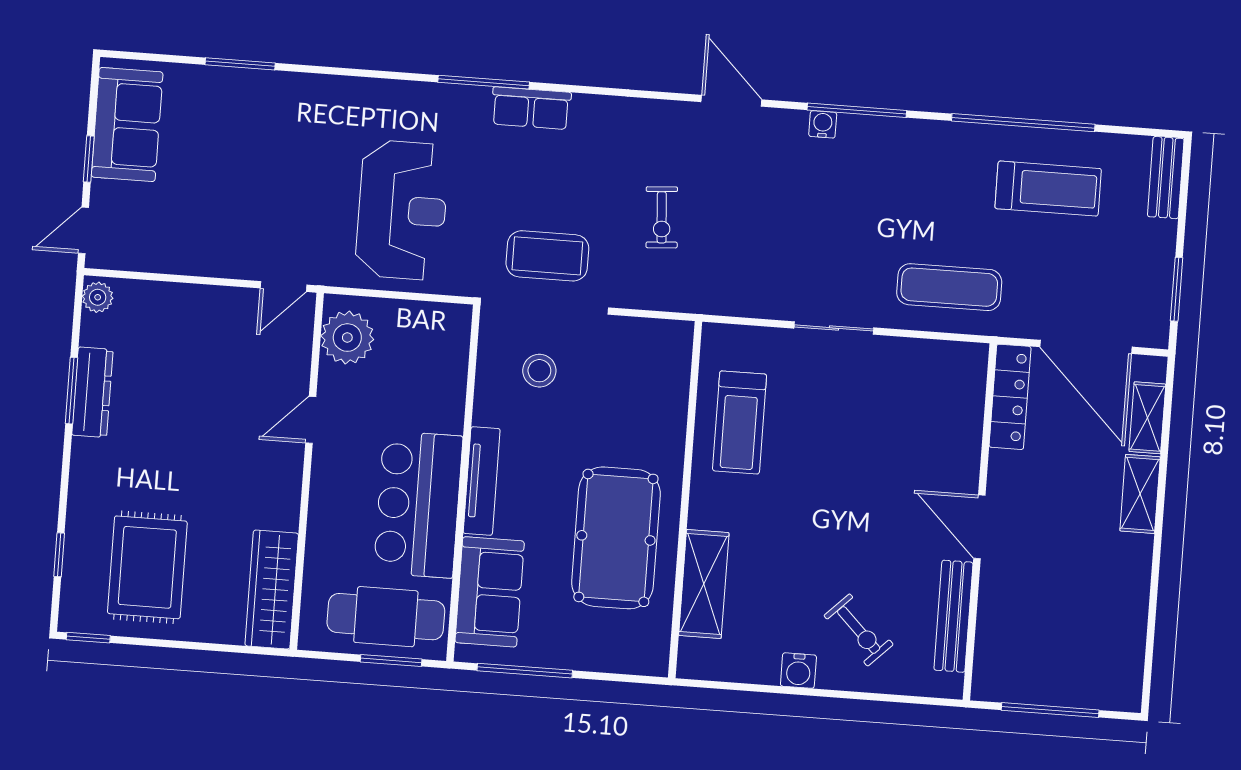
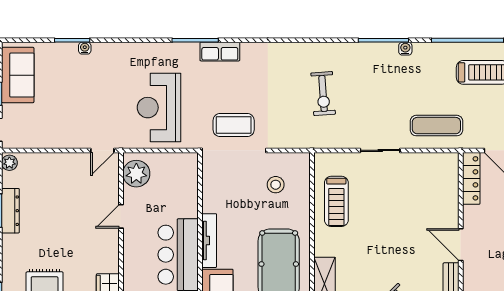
water cooler: (264, 81) -> (85, 48), added
door: (731, 101) -> (320, 40), removed
water cooler: (823, 124) -> (405, 49), moved
reception desk: (402, 210) -> (159, 108), turned 180
exercise bike: (662, 217) -> (323, 94), moved, width x1.38, depth x1.39
stool: (539, 371) -> (276, 185), moved

